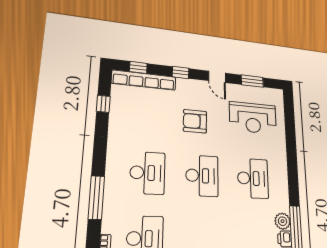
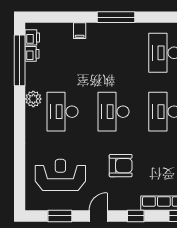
door: (217, 77) -> (98, 216), hinge flipped
plant: (283, 221) -> (33, 99), moved

